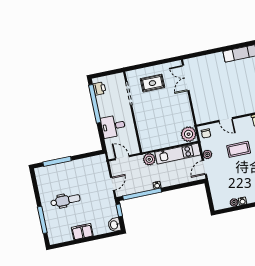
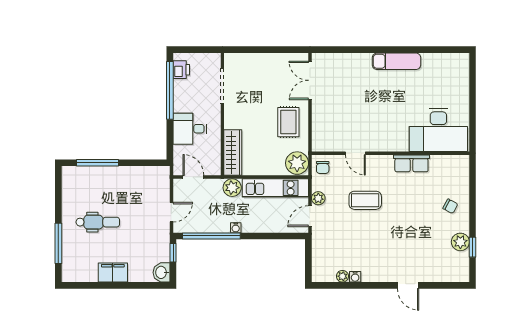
rug: (152, 83) -> (288, 122), moved, turned 90
wardrobe: (145, 136) -> (233, 153), added

